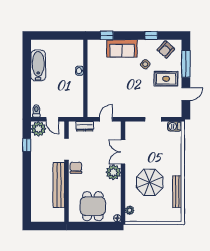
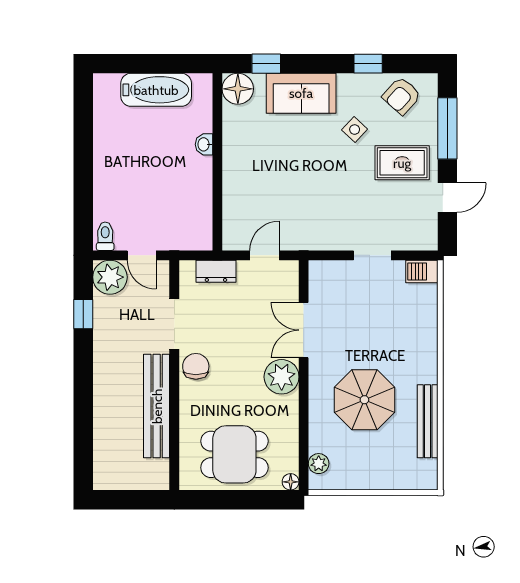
floor lamp: (94, 46) -> (238, 89), added
bathtub: (38, 65) -> (156, 90), moved, turned 90
dining table: (93, 206) -> (234, 454), turned 90

